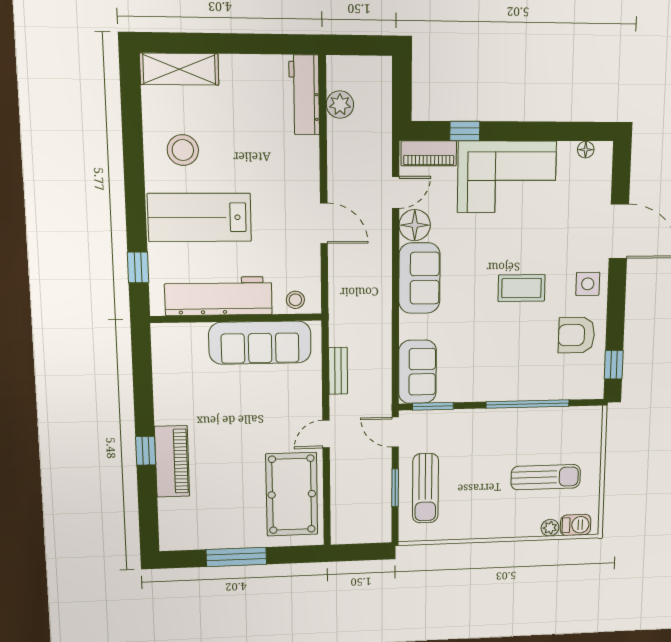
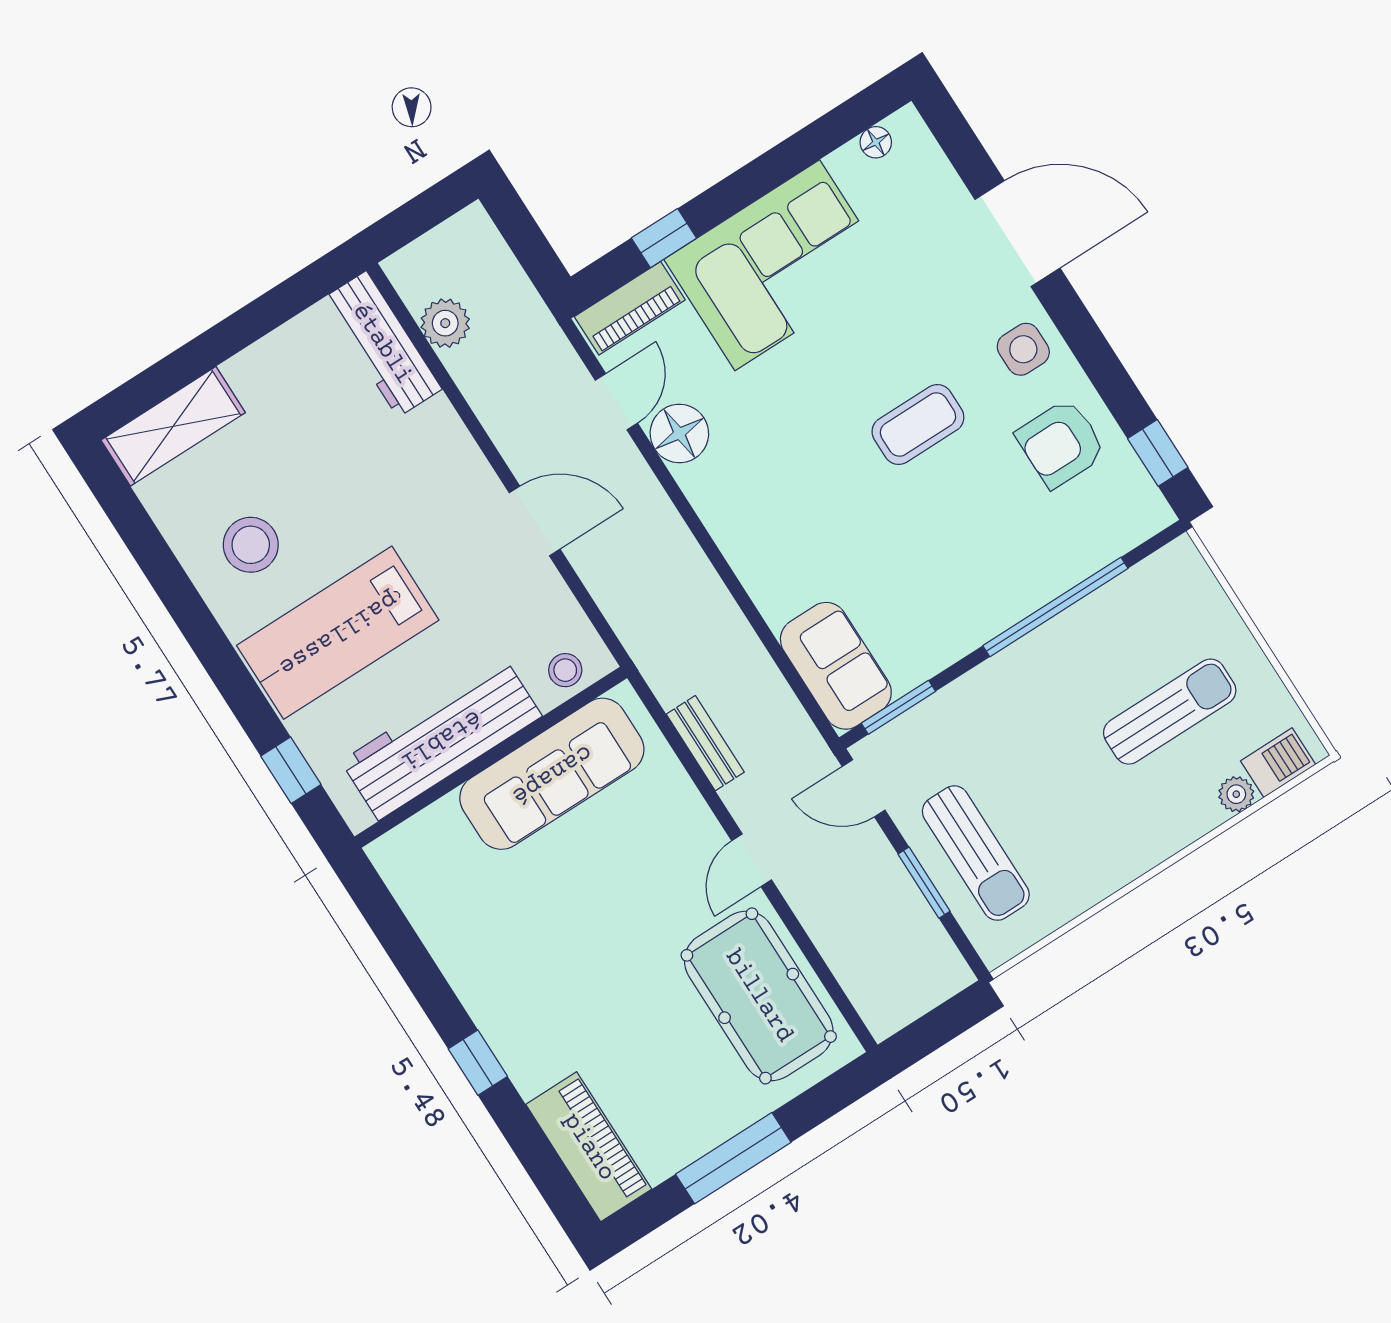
sofa: (419, 278) -> (741, 512), removed
piano: (172, 461) -> (589, 1147), moved

